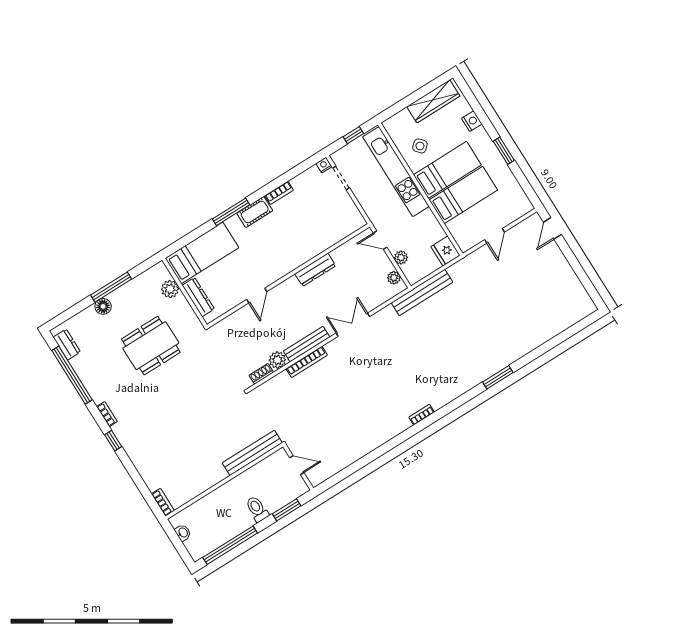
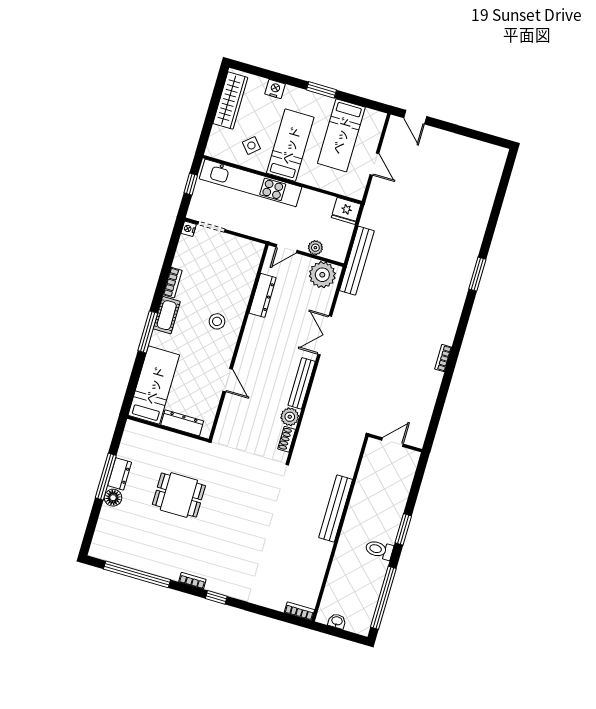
bed: (463, 195) -> (341, 135), moved, turned 180
stool: (286, 248) -> (217, 321), added
dresser: (315, 270) -> (263, 295), moved
plant: (394, 278) -> (322, 275), width x1.87, depth x1.87
plant: (170, 289) -> (154, 436), removed
dresser: (67, 345) -> (120, 474), moved, turned 90
dining table: (151, 346) -> (179, 495), width x0.73
bookcase: (307, 362) -> (314, 398), removed
door: (297, 465) -> (393, 442), moved
wall: (298, 467) -> (395, 443), moved

